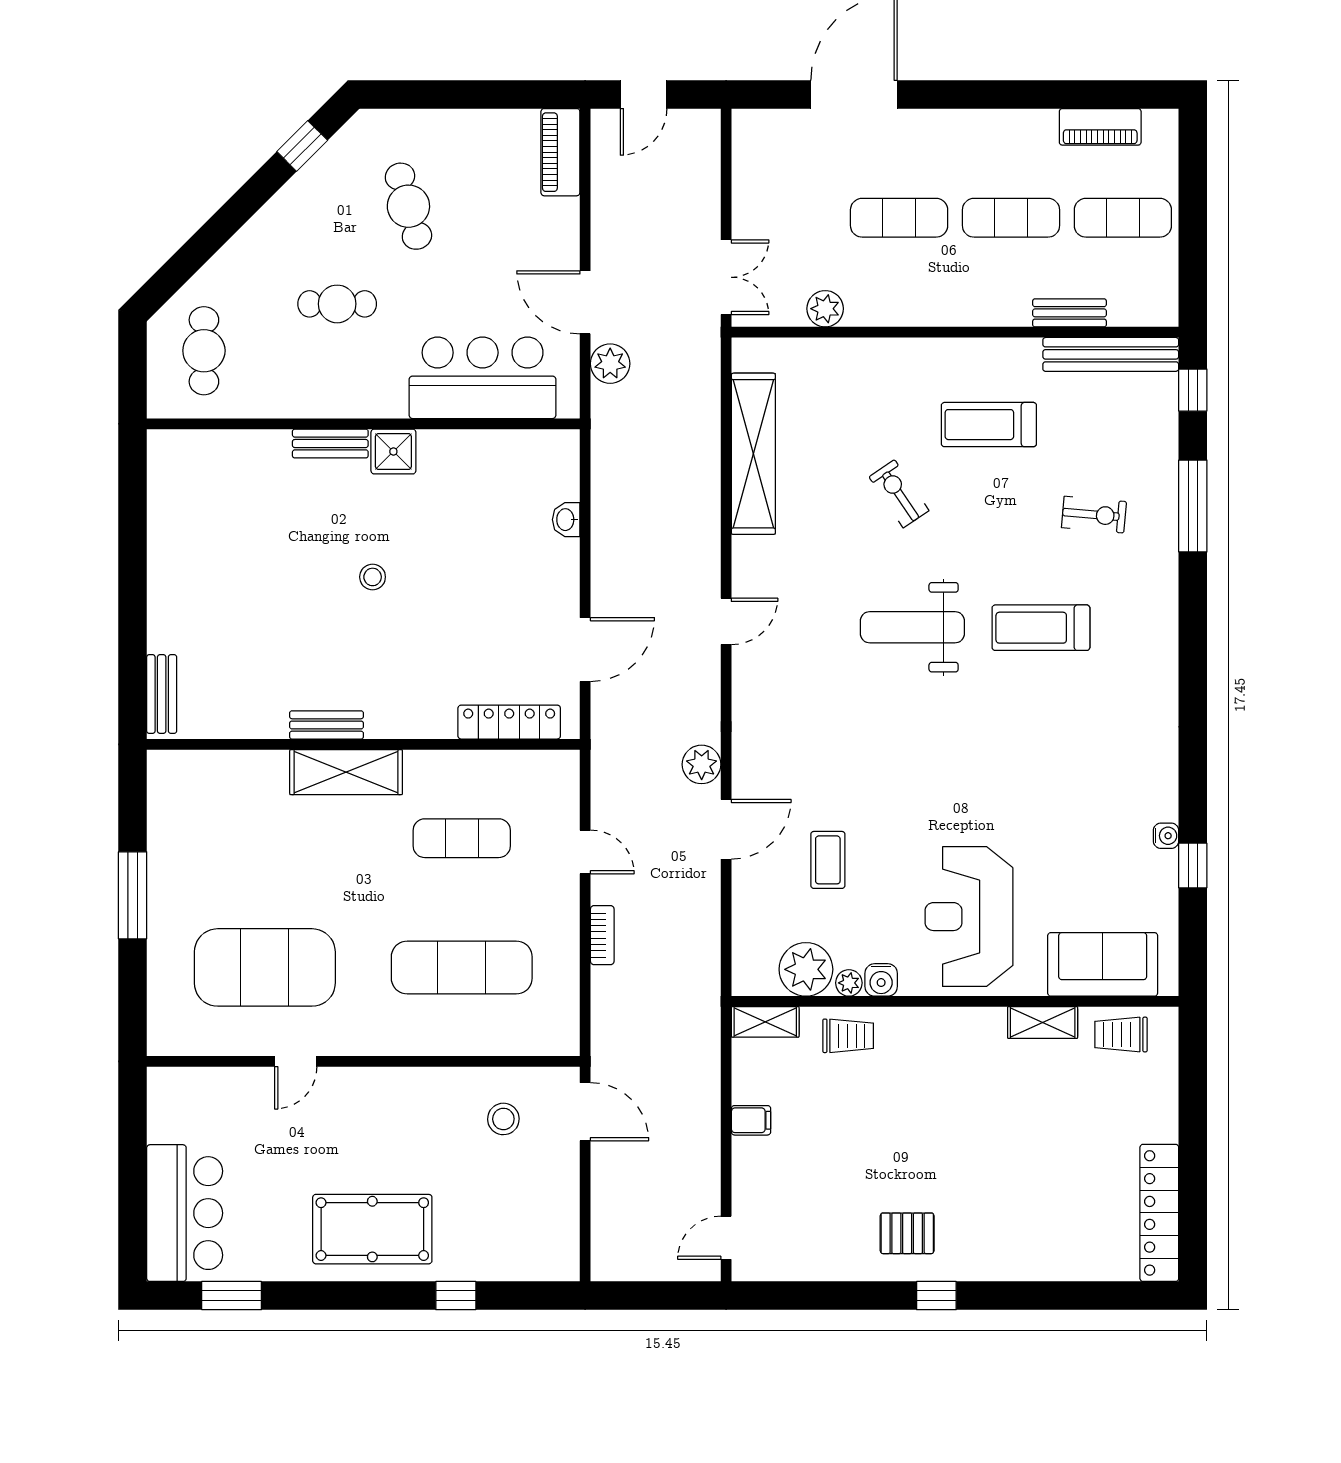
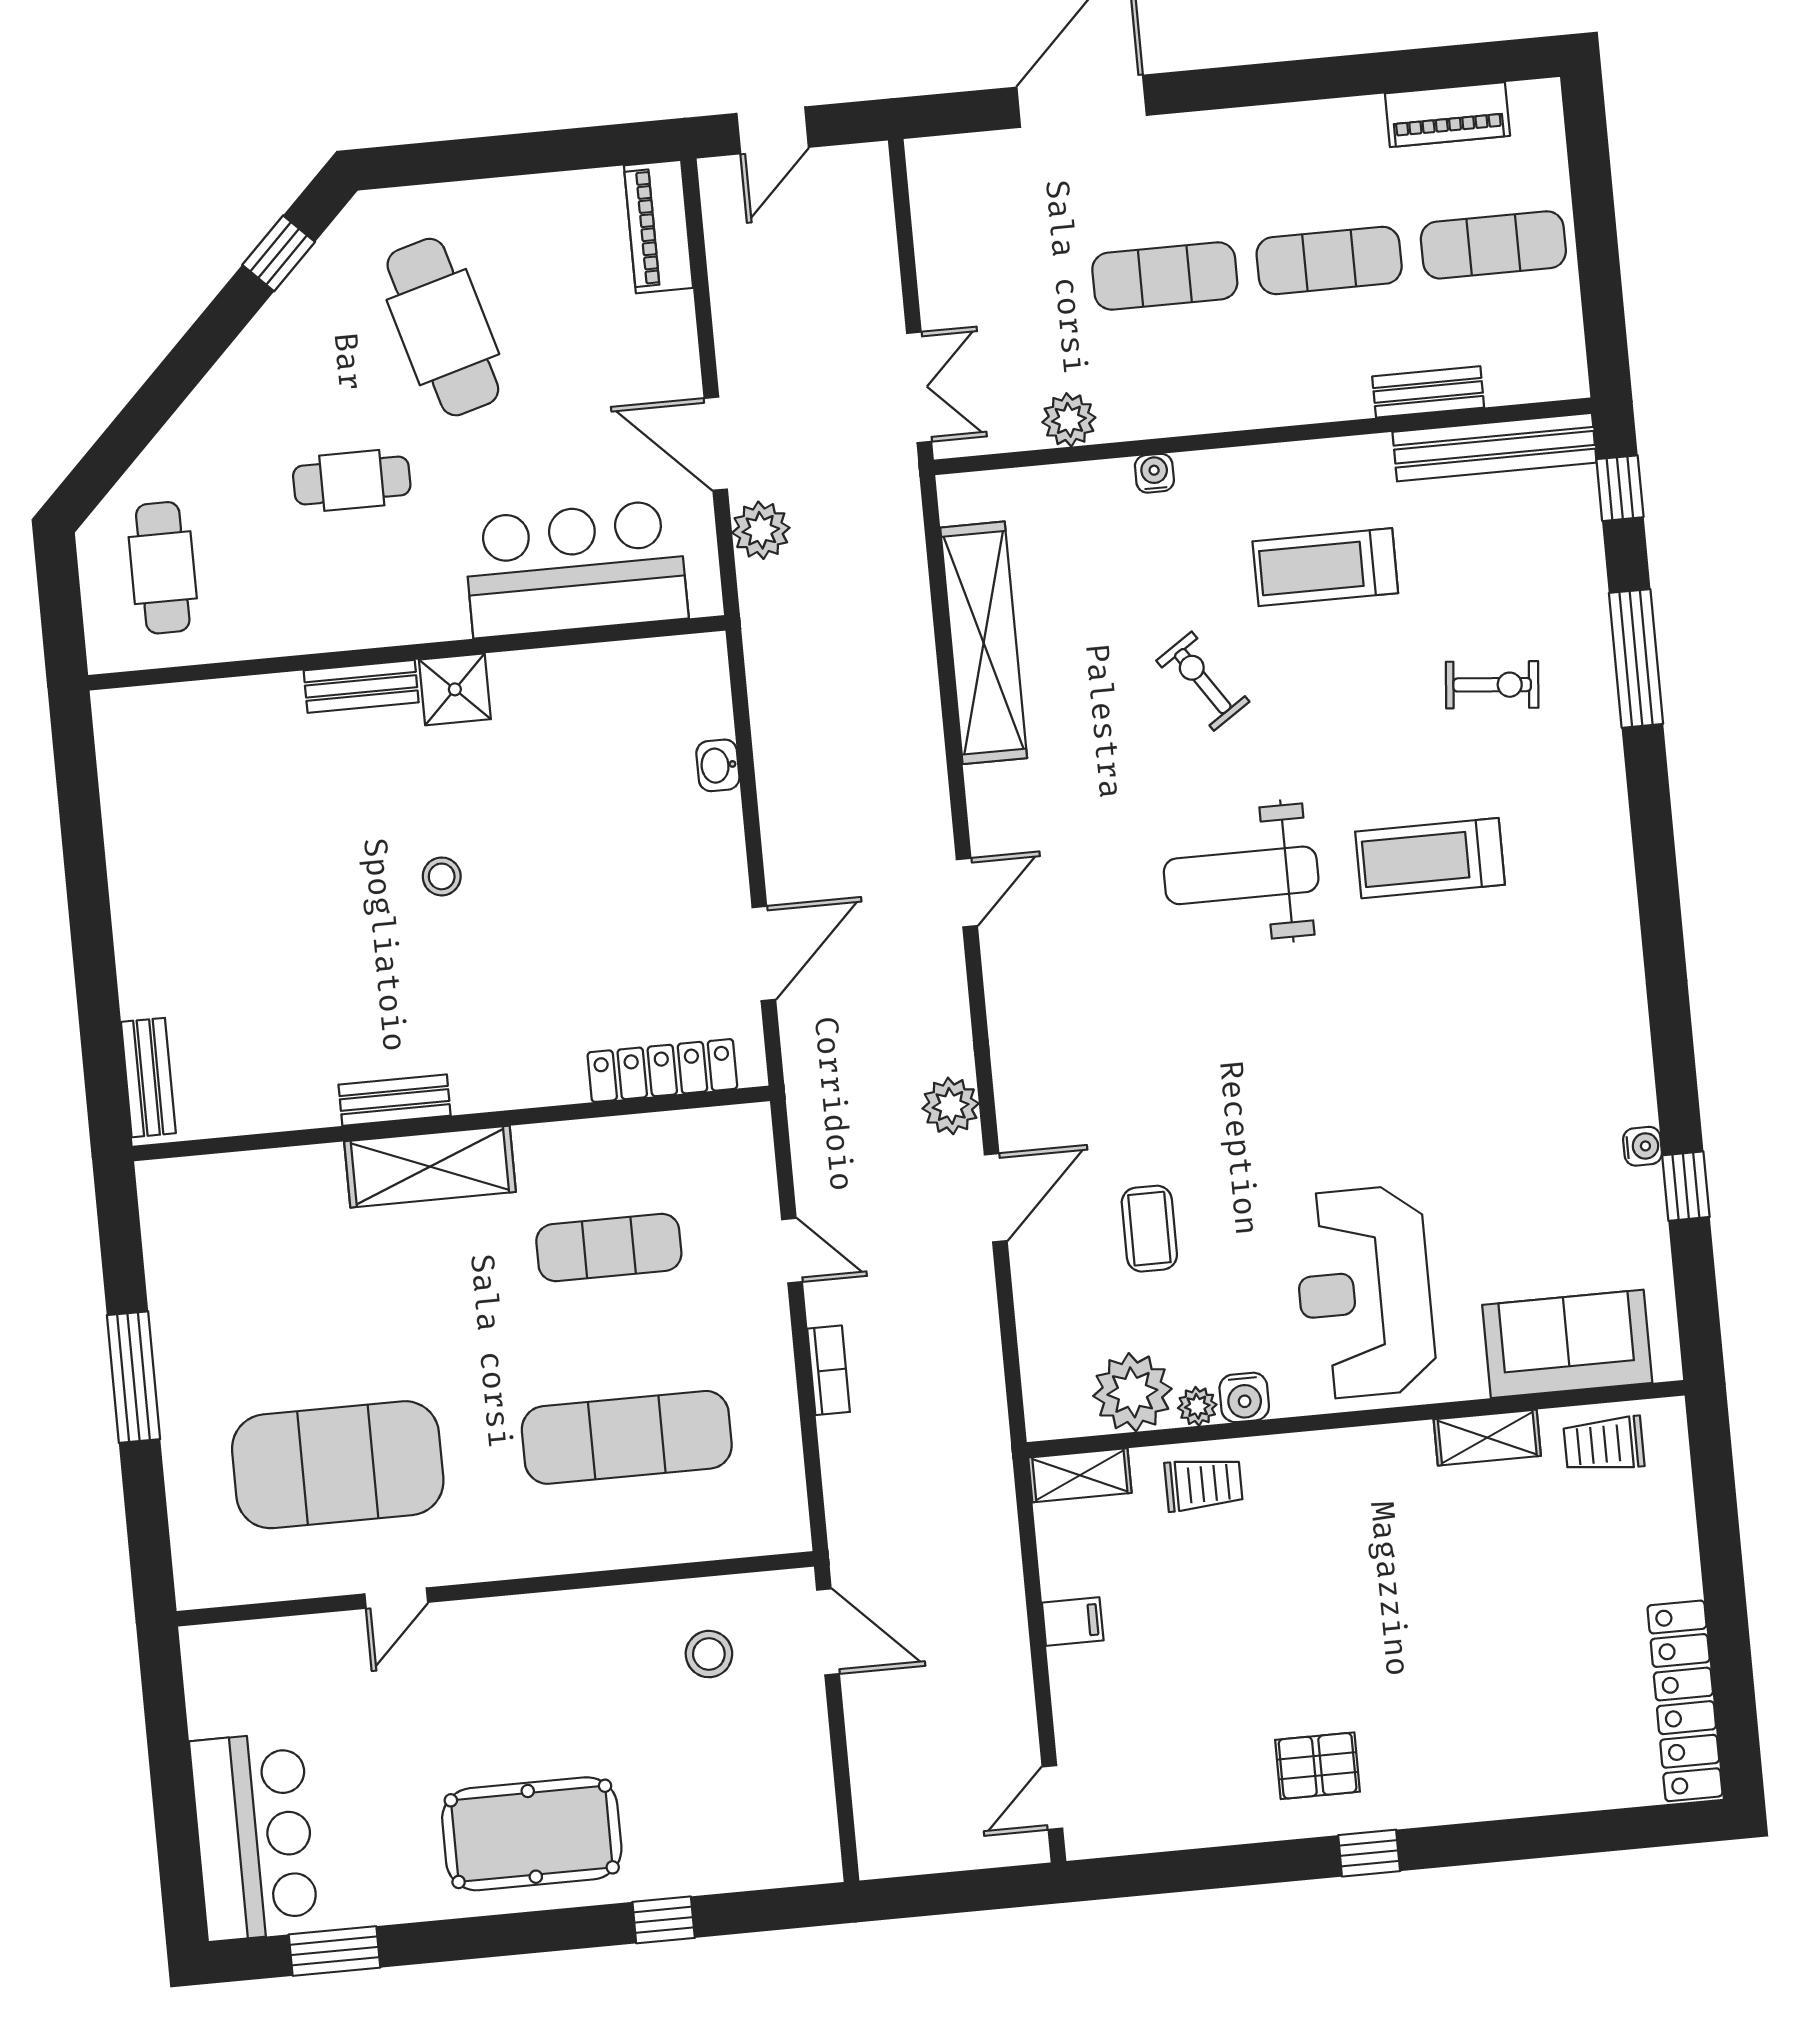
cafe table: (408, 206) -> (443, 327), width x1.37, depth x1.35
water cooler: (879, 350) -> (1154, 473), added

